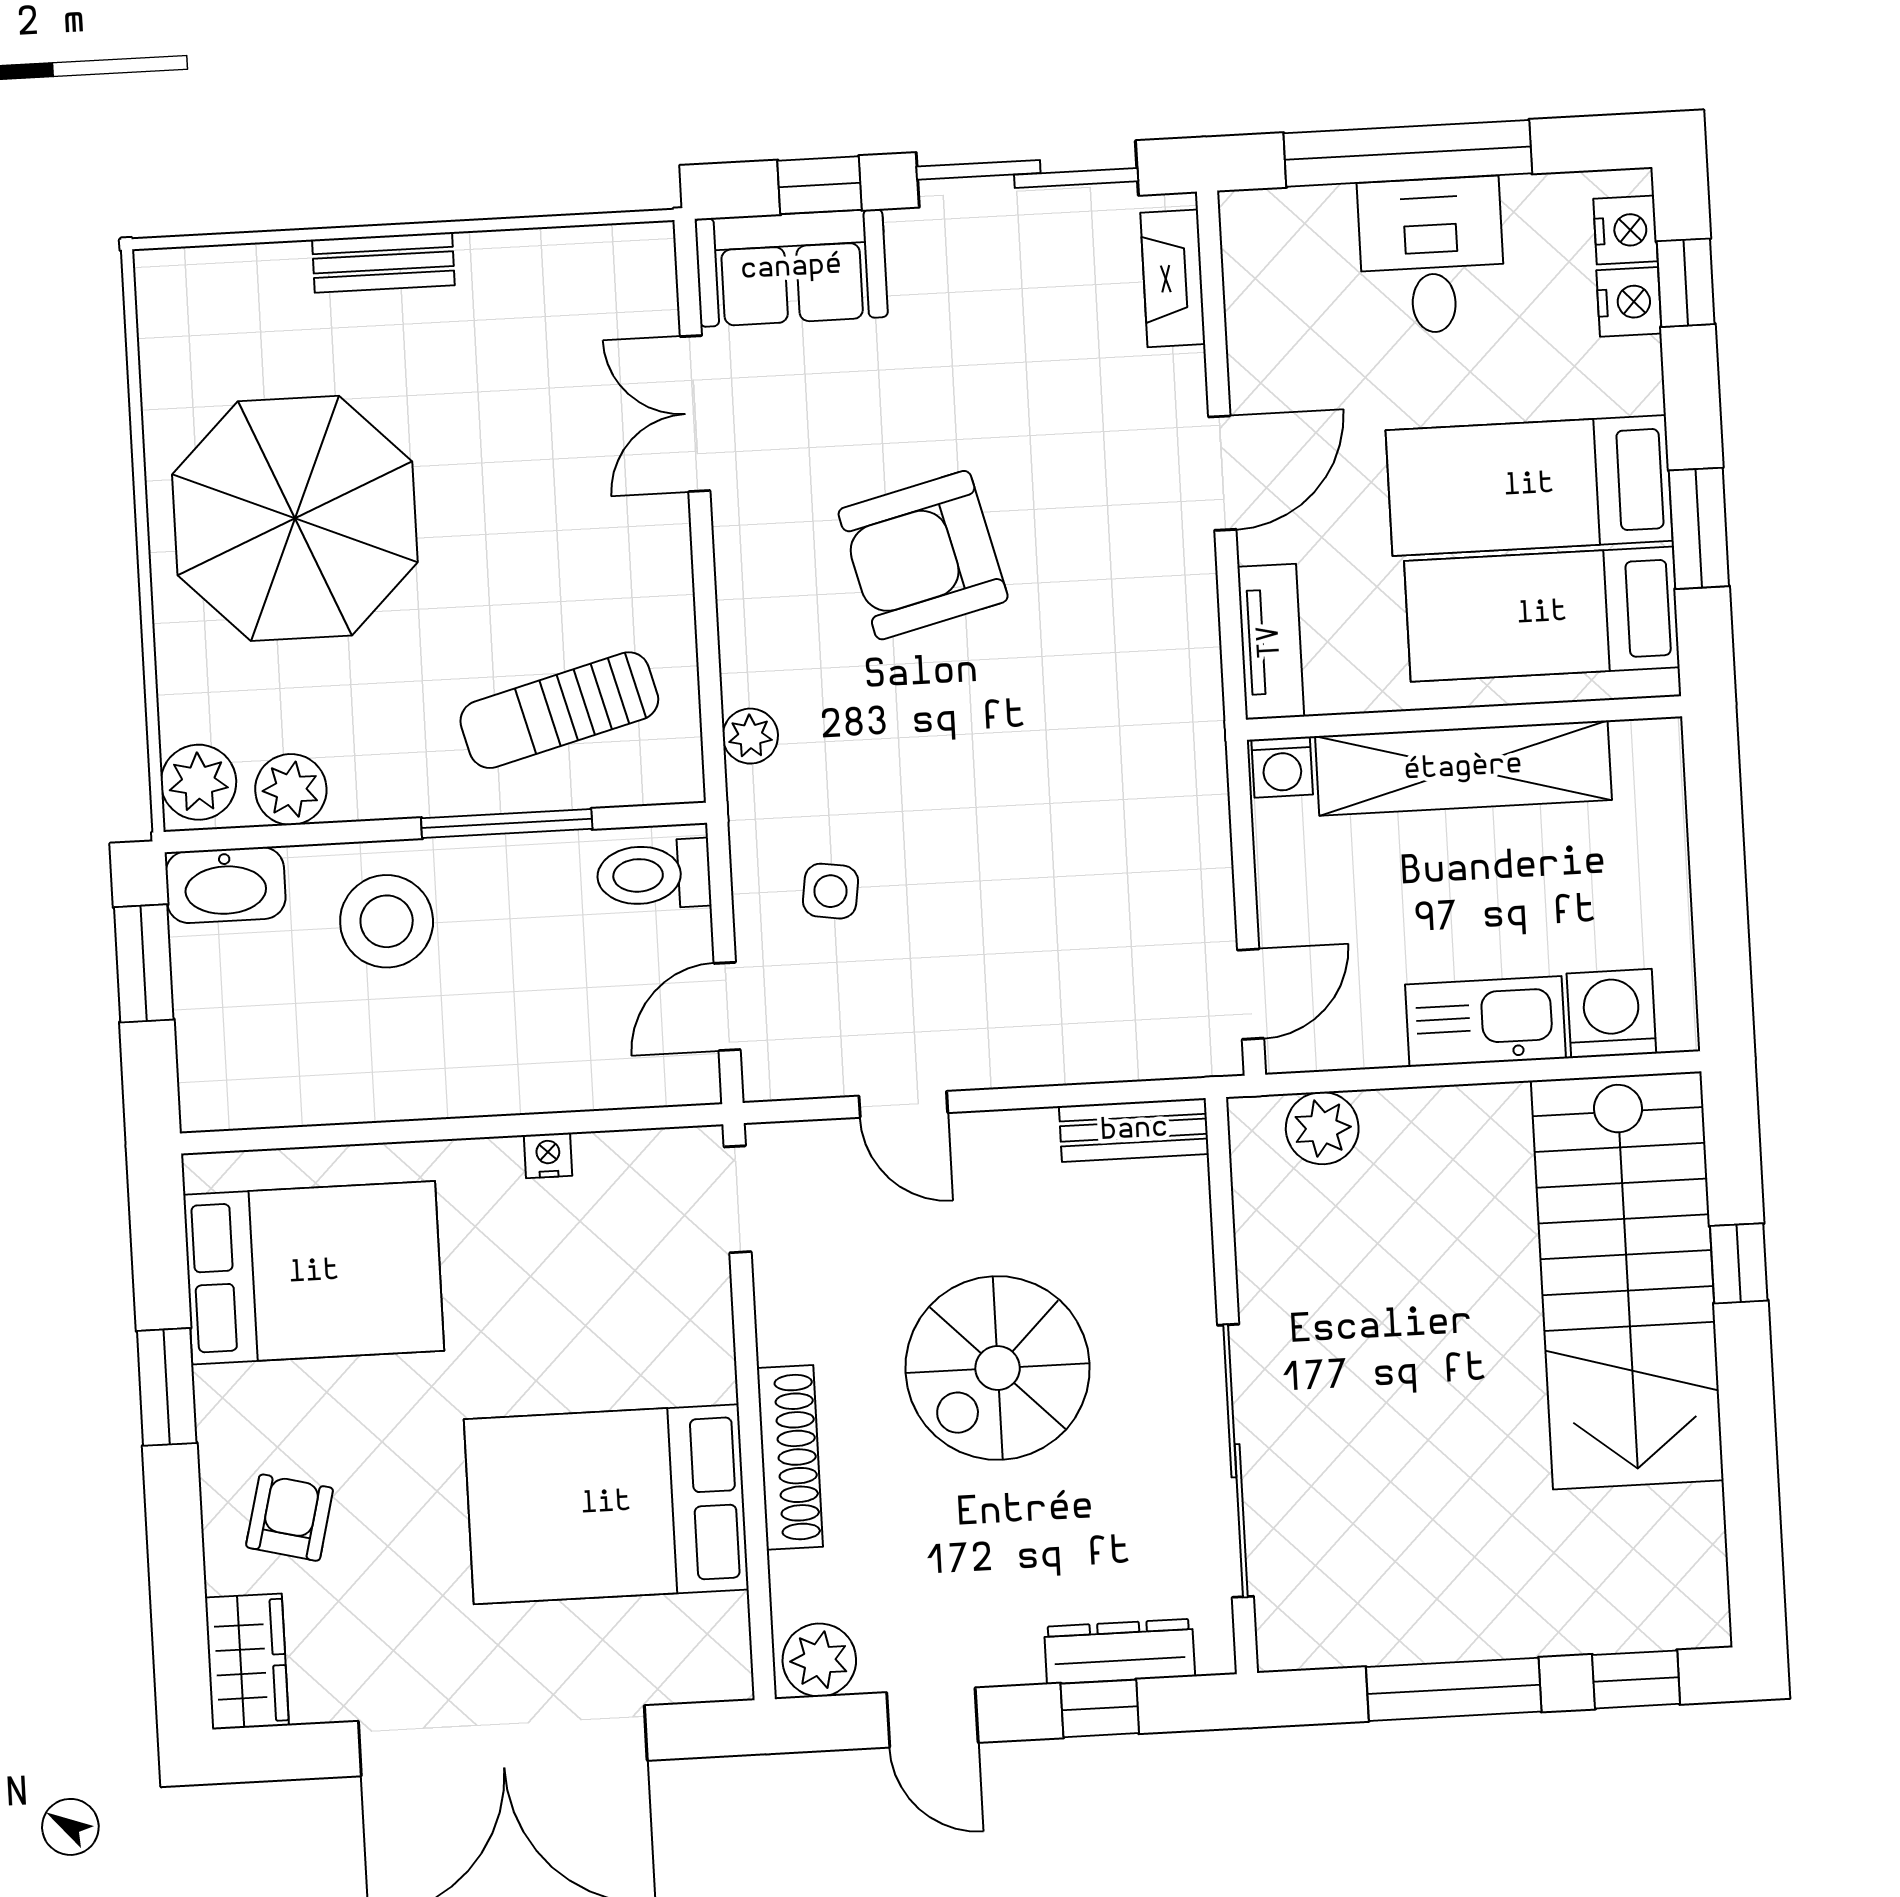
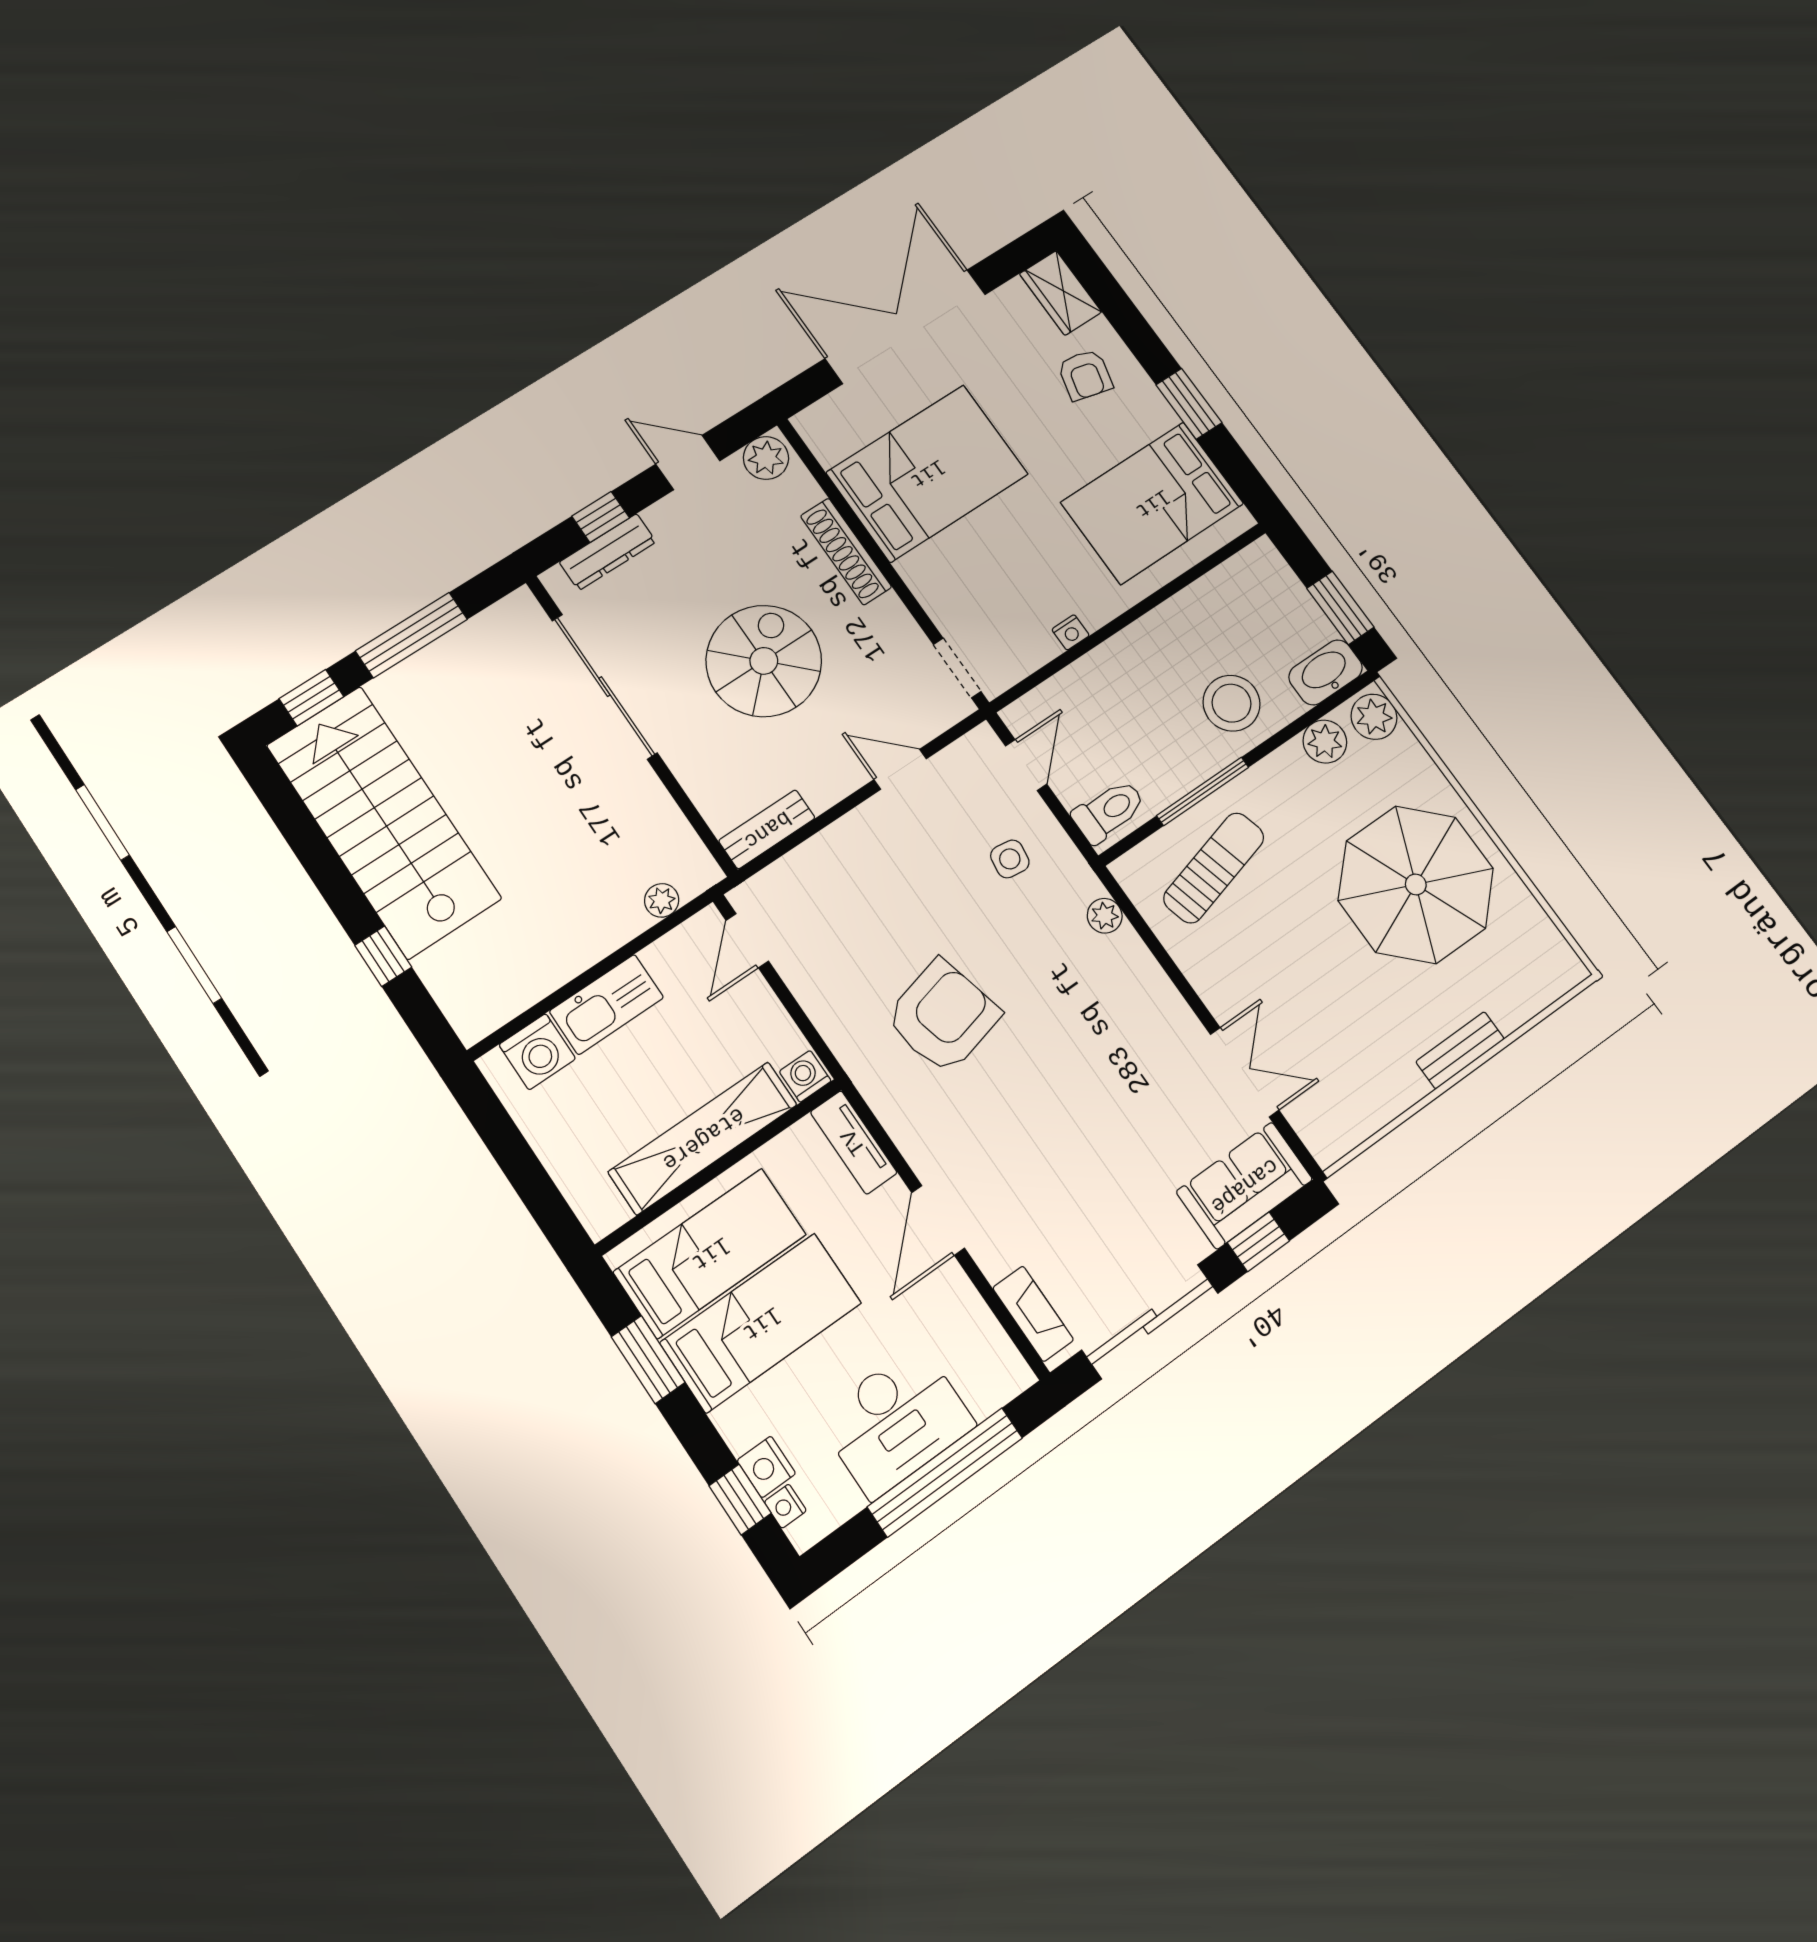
nightstand: (1625, 230) -> (785, 1506), width x0.72, depth x0.74
desk: (1432, 256) -> (896, 1421), width x1.37
armchair: (923, 555) -> (943, 1017), moved
plant: (1322, 1128) -> (662, 900), width x0.73, depth x0.73
stairs: (1627, 1280) -> (384, 822), moved

